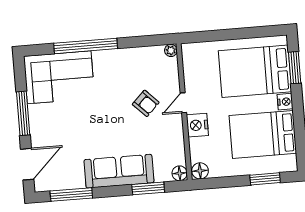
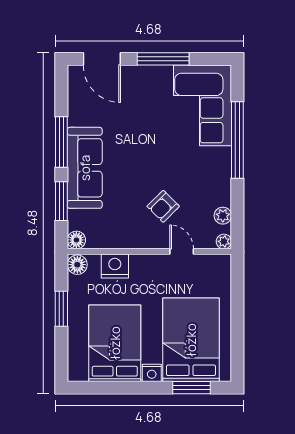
plant: (149, 53) -> (223, 216), added
door: (183, 103) -> (182, 251), moved
nightstand: (197, 125) -> (115, 266), moved
window: (265, 179) -> (61, 309), moved
window: (71, 194) -> (61, 142), moved

